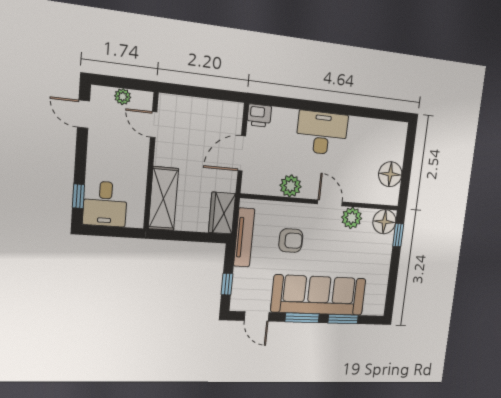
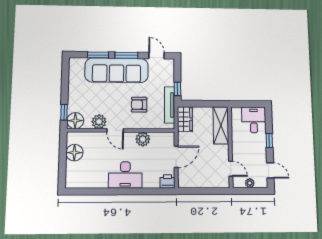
window: (78, 196) -> (269, 140), moved
window: (227, 284) -> (178, 89), moved

